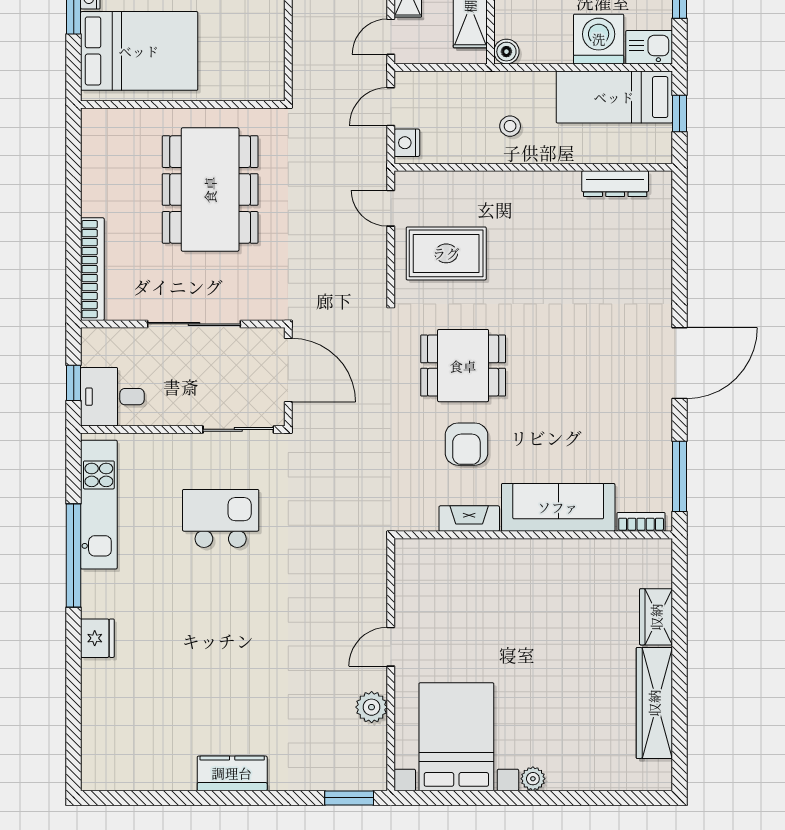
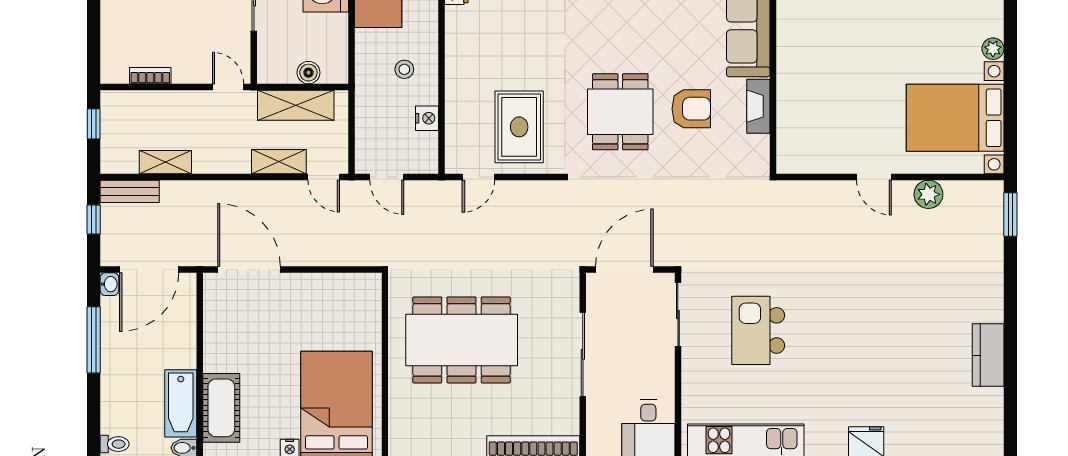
boiler: (506, 52) -> (308, 73), moved
nightstand: (407, 143) -> (427, 118), moved, turned -90
kitchen counter: (232, 773) -> (988, 355), moved

